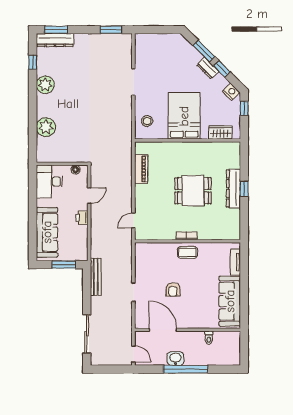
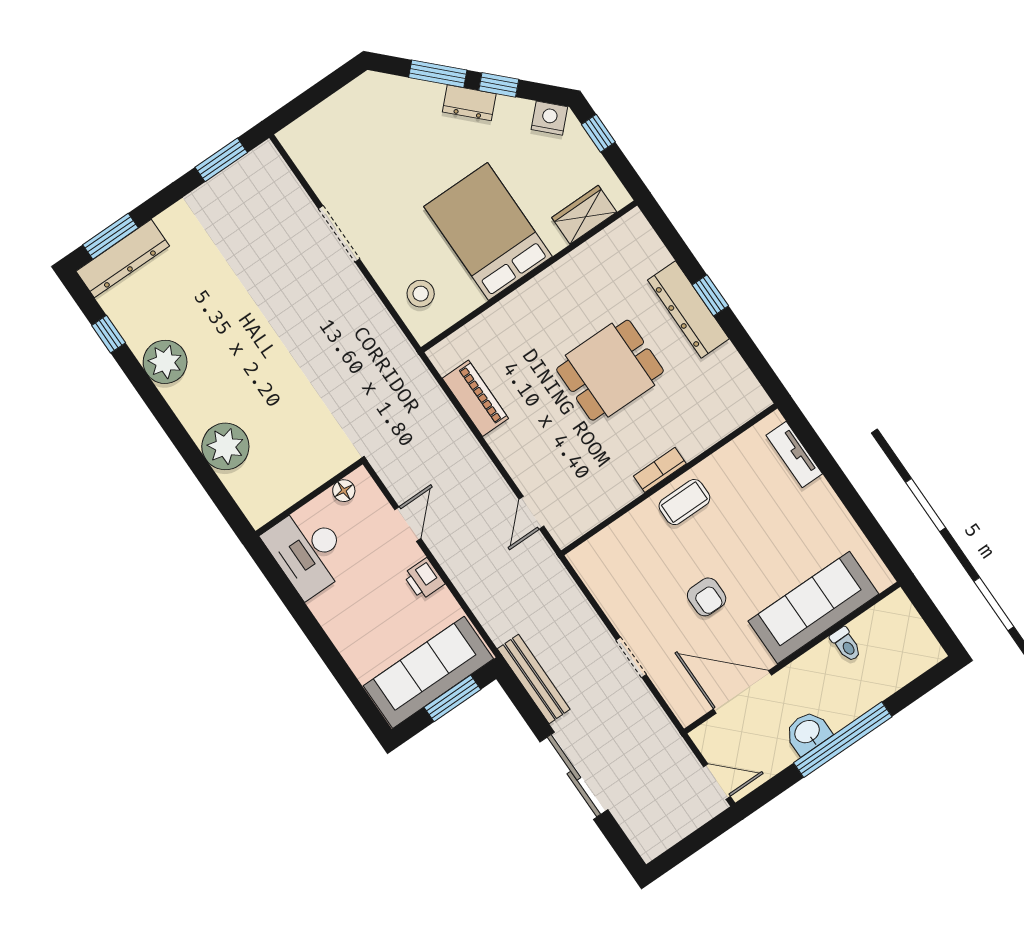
sofa: (47, 232) -> (428, 672), moved, turned -90
sofa: (230, 301) -> (813, 608), moved, turned 90
sliding door: (87, 334) -> (574, 776), moved

